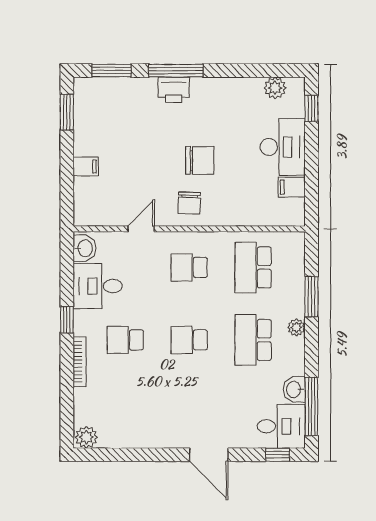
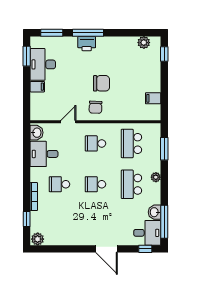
desk: (283, 147) -> (43, 64), moved, turned 180
window: (311, 297) -> (164, 149), moved
window: (67, 320) -> (27, 219), moved

